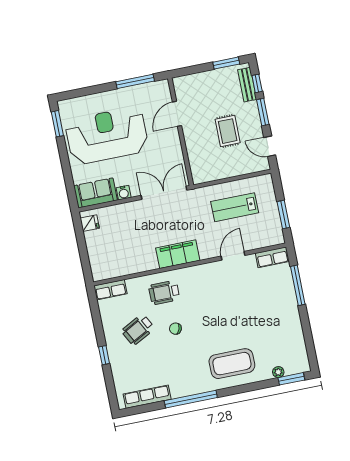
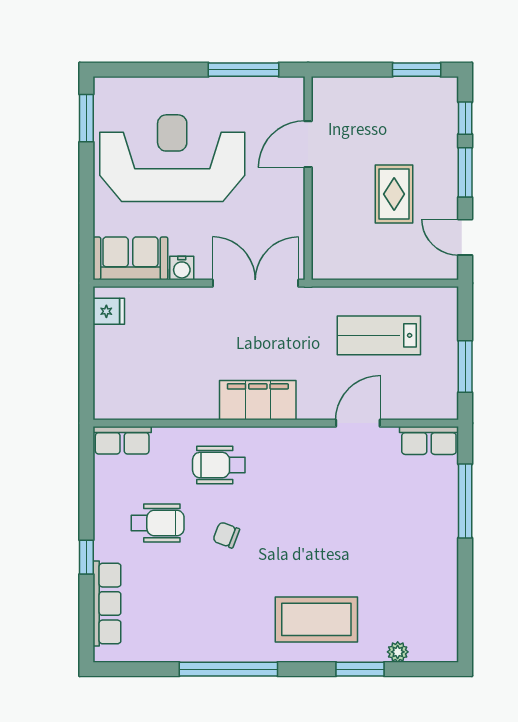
bench: (247, 85) -> (447, 117), removed
wheelchair: (138, 330) -> (158, 523), turned -152
window: (291, 379) -> (360, 669), moved
row of seats: (147, 397) -> (107, 604), moved, turned 90

